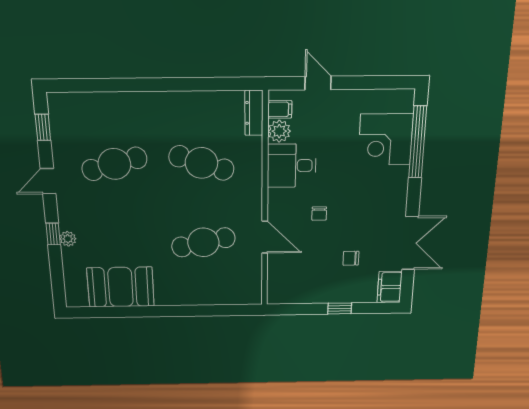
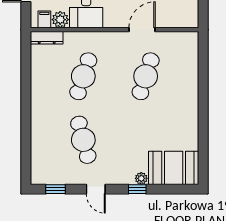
cafe table: (203, 242) -> (146, 76), turned 30
booth: (121, 287) -> (174, 168), moved, turned 90

